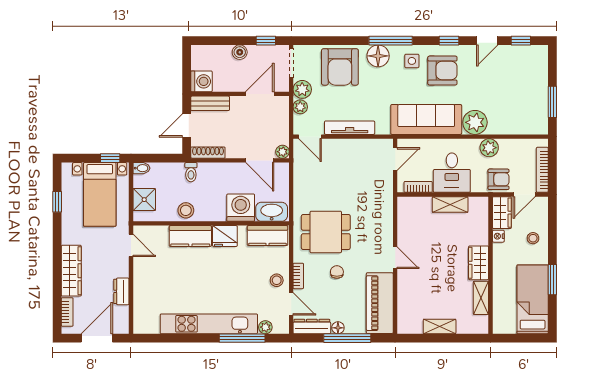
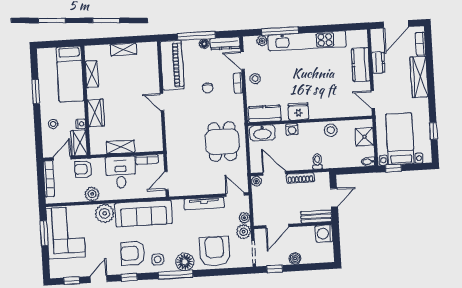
corner sofa: (525, 101) -> (66, 233), added
shoe rack: (208, 153) -> (300, 178), moved
toilet: (191, 172) -> (317, 161), moved
washing machine: (241, 208) -> (292, 129), width x0.53, depth x0.53
dining table: (326, 232) -> (222, 142), moved, turned 90
kitchen counter: (190, 236) -> (361, 65), moved, turned -90
wardrobe: (479, 263) -> (96, 113), moved
bed: (533, 299) -> (70, 74), moved

